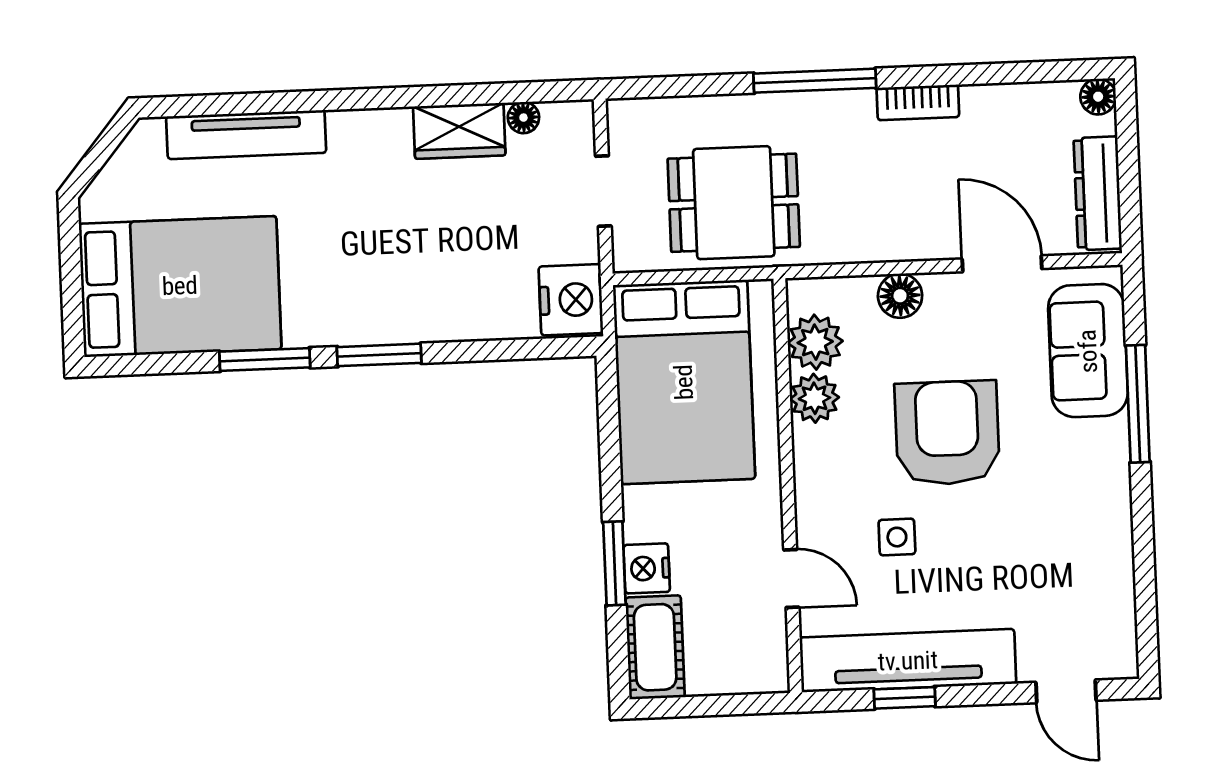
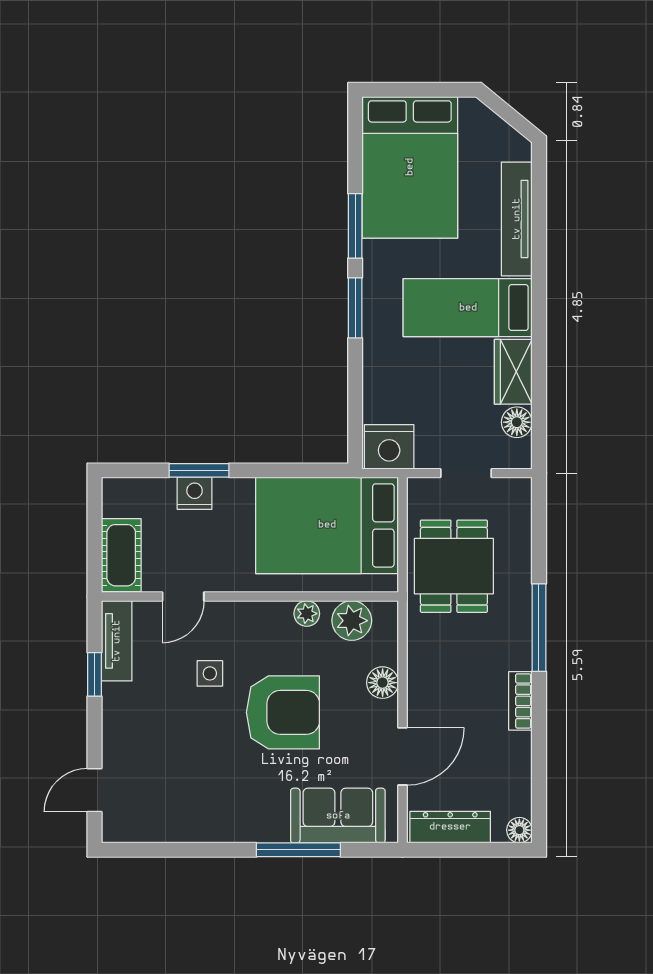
floor lamp: (523, 118) -> (517, 422), width x1.37, depth x1.37
bed: (372, 198) -> (468, 308), added
plant: (814, 398) -> (307, 614), width x0.73, depth x0.73
cot: (655, 647) -> (121, 555), moved, turned 90
tv unit: (908, 661) -> (117, 641), width x0.52, depth x0.78

